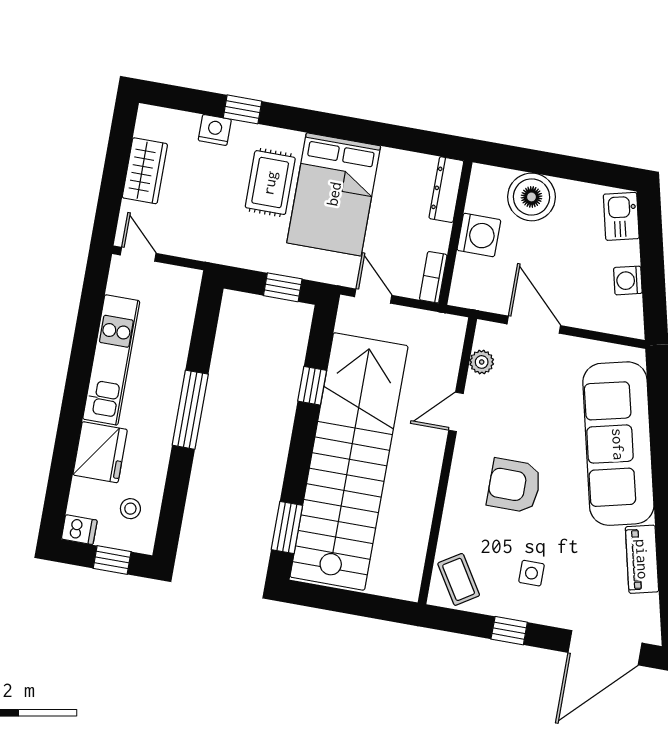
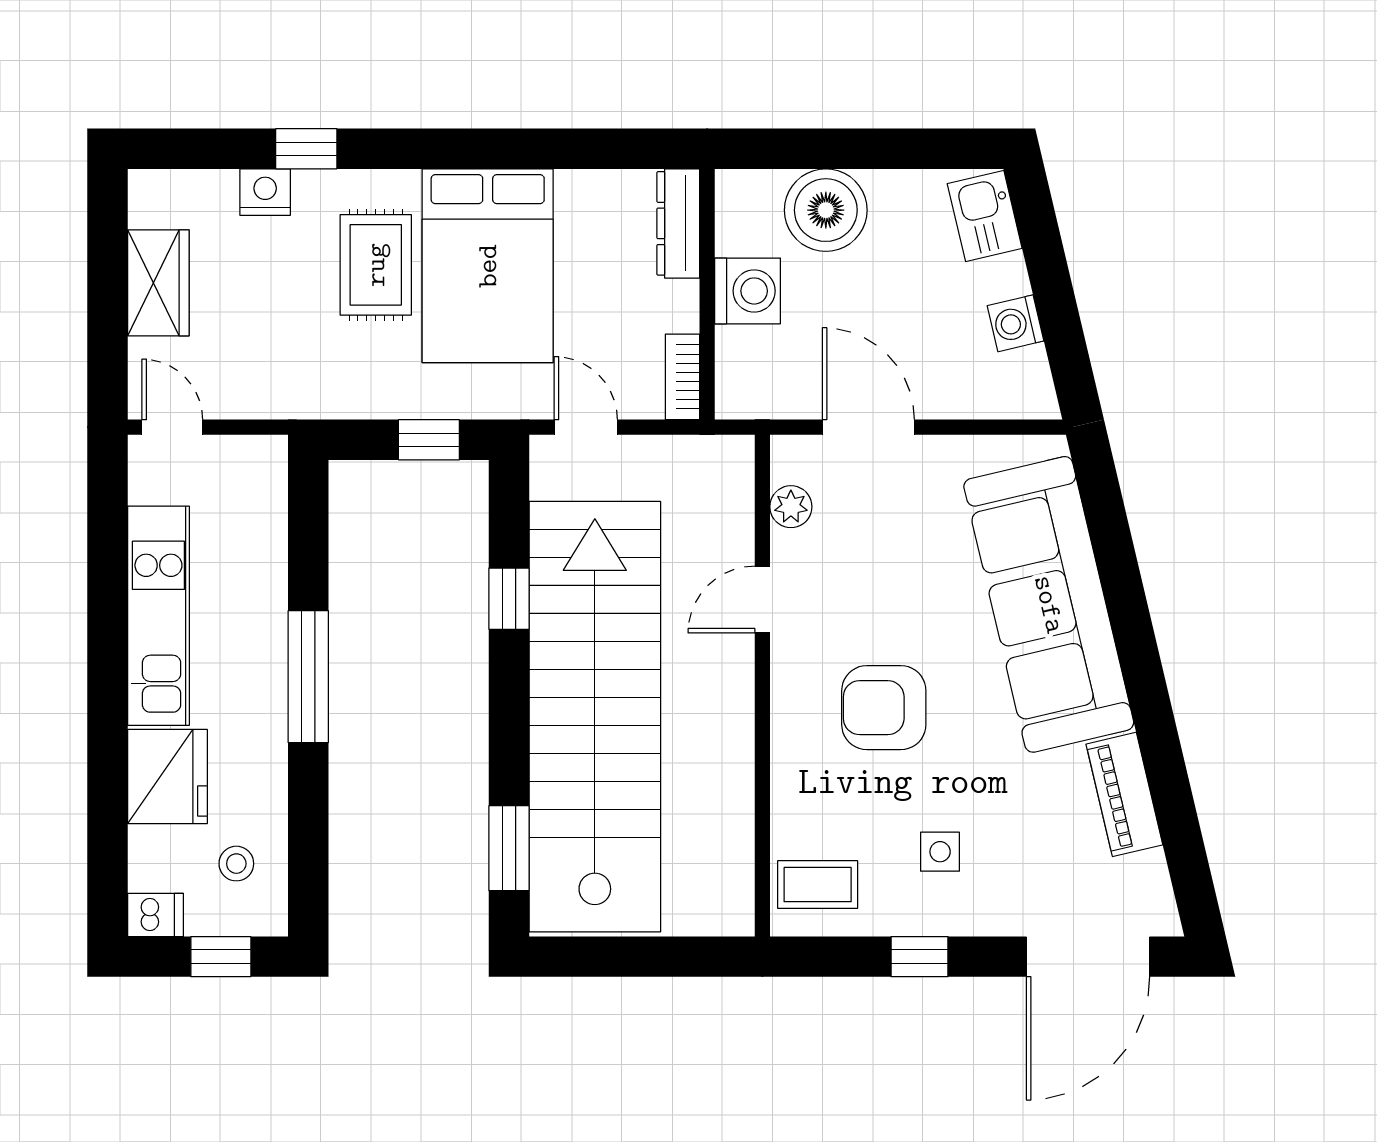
coffee table: (459, 579) -> (818, 885), turned -58

